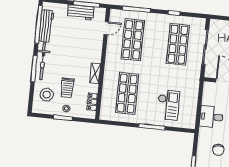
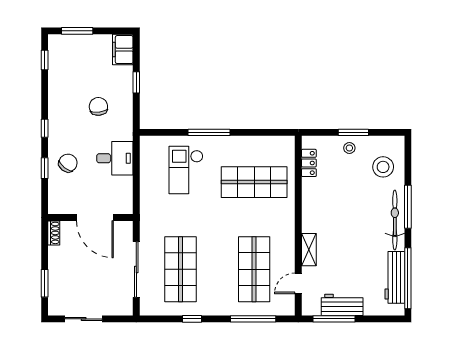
shelving: (95, 73) -> (309, 250), moved
trolley: (67, 88) -> (351, 182), removed
shop shelf: (127, 93) -> (254, 182), turned 90

